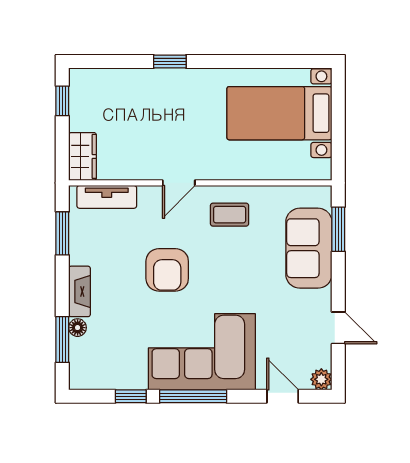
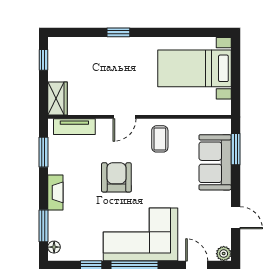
coffee table: (230, 215) -> (160, 139), turned 90
armchair: (167, 270) -> (116, 177), turned 180
floor lamp: (78, 328) -> (54, 247), moved

